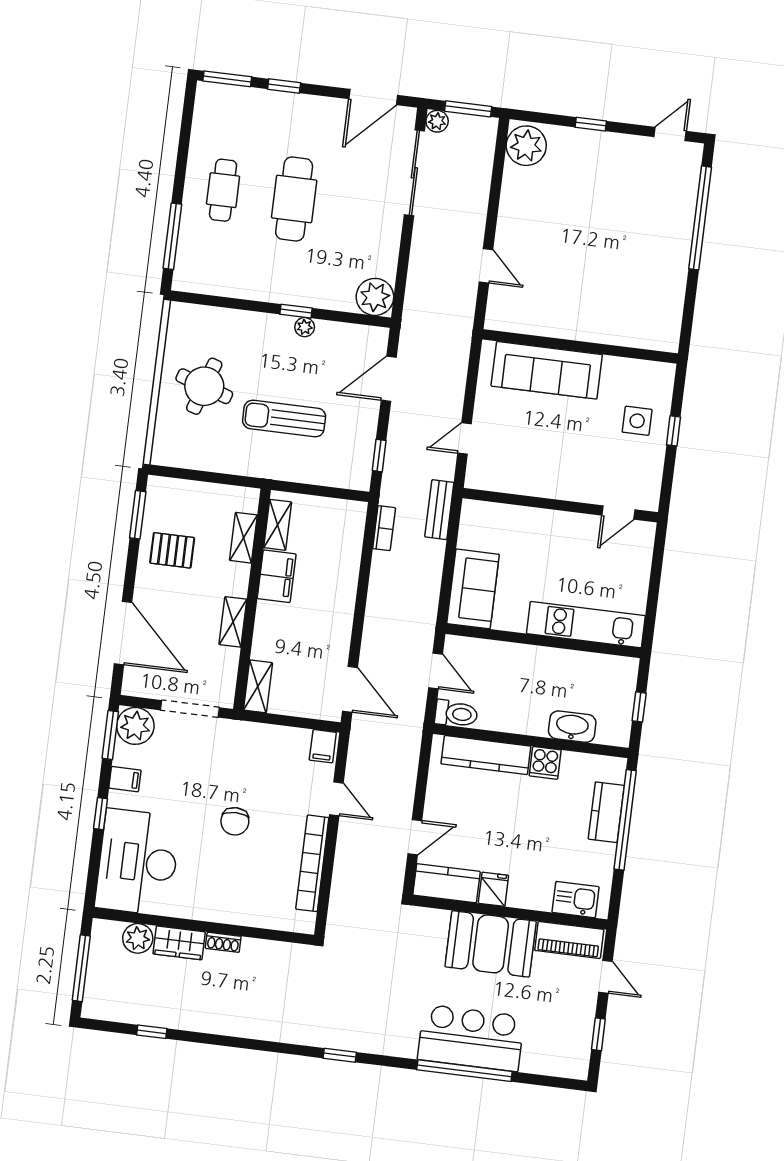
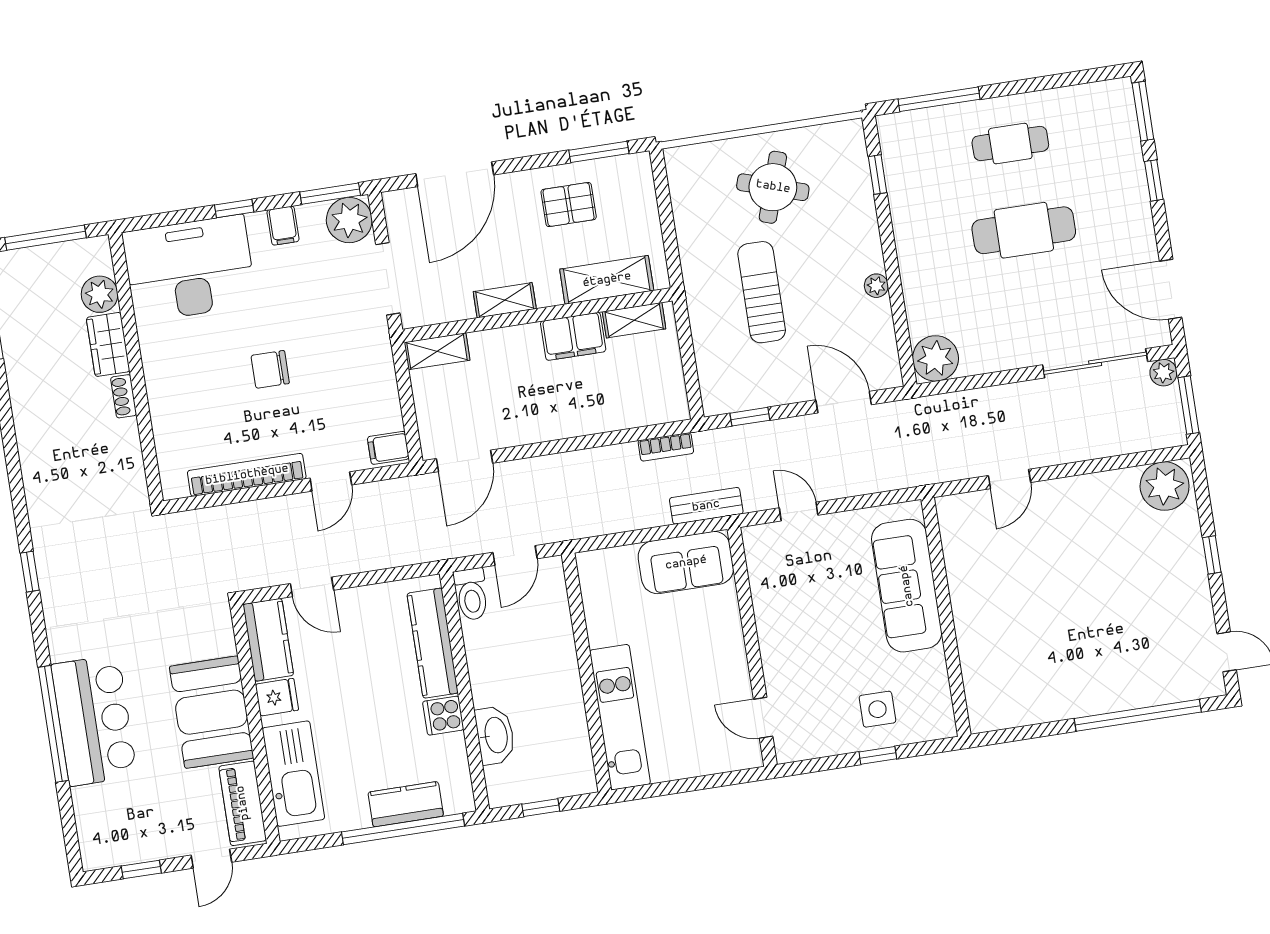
window: (296, 311) -> (877, 175), moved
shelving: (243, 538) -> (607, 280), width x1.50, depth x1.33
pallet: (172, 550) -> (569, 205), turned 90
sofa: (473, 589) -> (686, 563), moved
kitchen sink: (576, 900) -> (293, 774), width x1.87, depth x1.24

